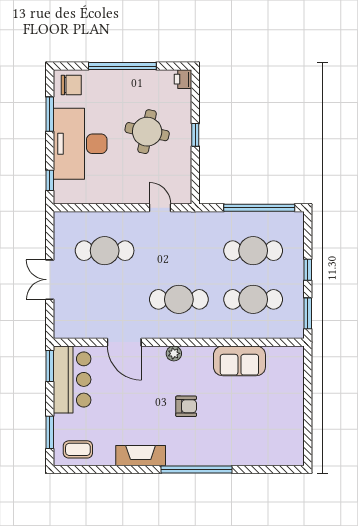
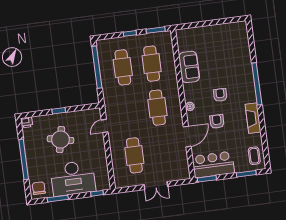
armchair: (143, 395) -> (217, 122), added

